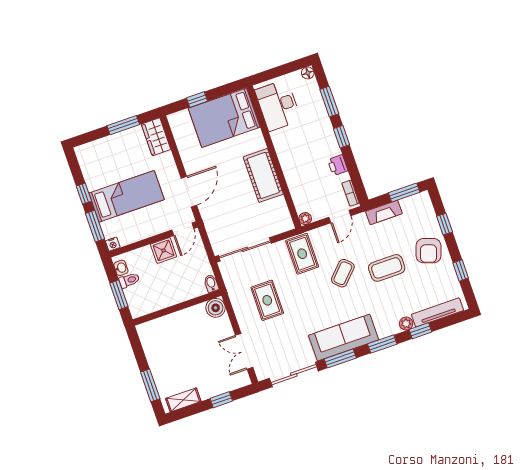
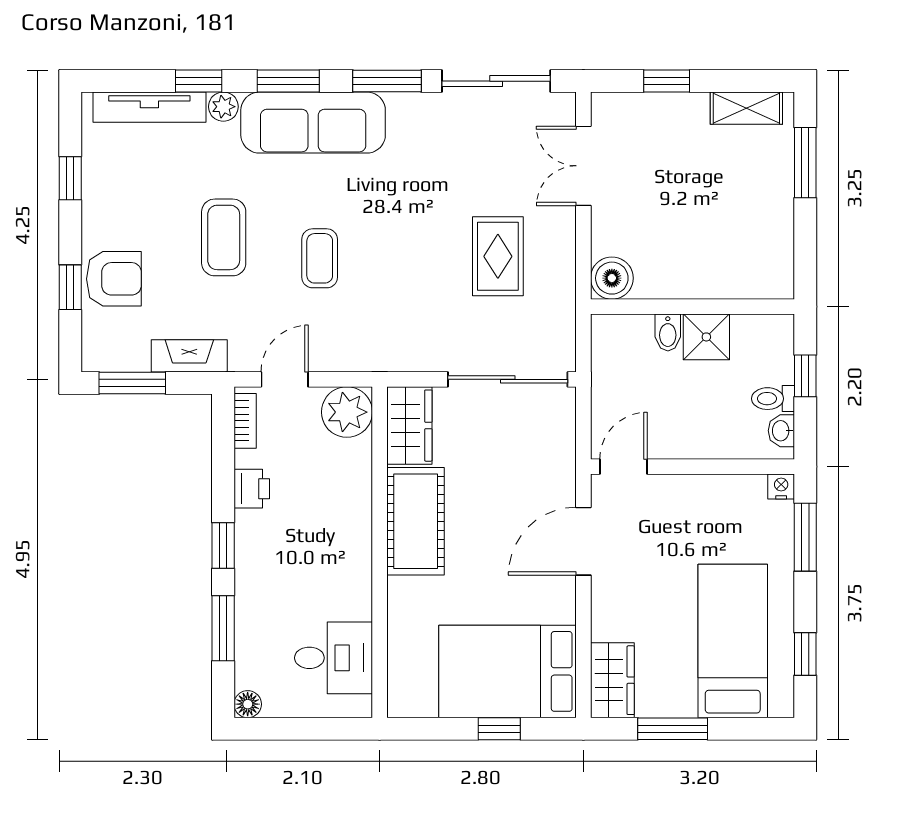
desk: (278, 105) -> (333, 658), width x0.73
bed: (224, 118) -> (507, 671), moved, turned 180
window: (84, 194) -> (805, 654), moved
bed: (127, 196) -> (733, 641), moved, turned 90
wardrobe: (280, 215) -> (409, 426), added
plant: (305, 219) -> (347, 412), width x1.87, depth x1.87
shower: (164, 250) -> (706, 337), moved
armchair: (428, 251) -> (114, 279), moved, turned 71
rug: (302, 254) -> (391, 329), removed
coffee table: (387, 268) -> (224, 237), turned 90
coffee table: (343, 273) -> (320, 258), turned -44
bidet: (211, 283) -> (668, 332), moved
window: (119, 295) -> (805, 376), width x0.67
sofa: (344, 338) -> (313, 123), moved
double door: (244, 351) -> (583, 166), swing flipped

